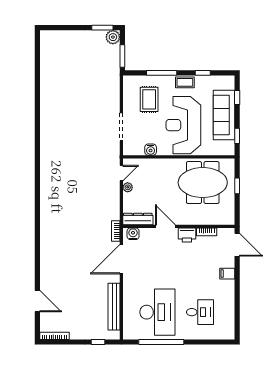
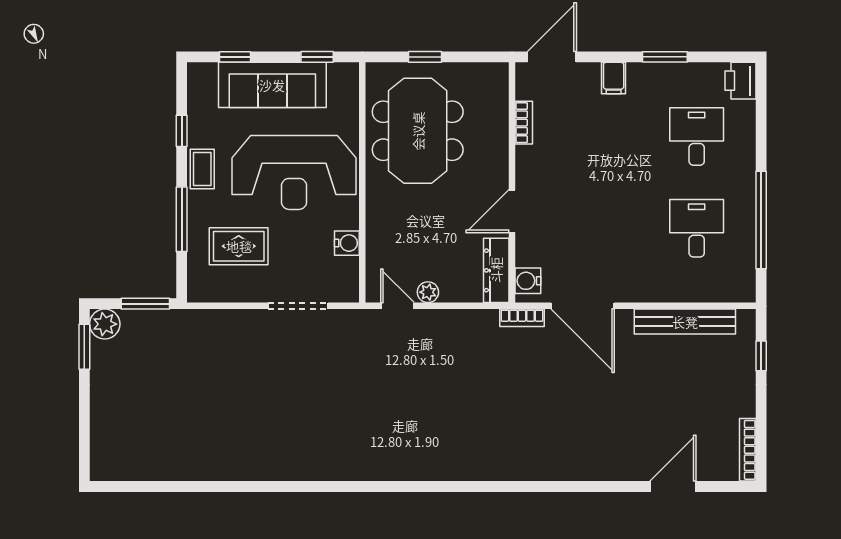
printer: (187, 235) -> (740, 81), moved, turned 180
window: (237, 297) -> (665, 57), added
desk: (157, 312) -> (697, 228), width x0.53, depth x0.77

